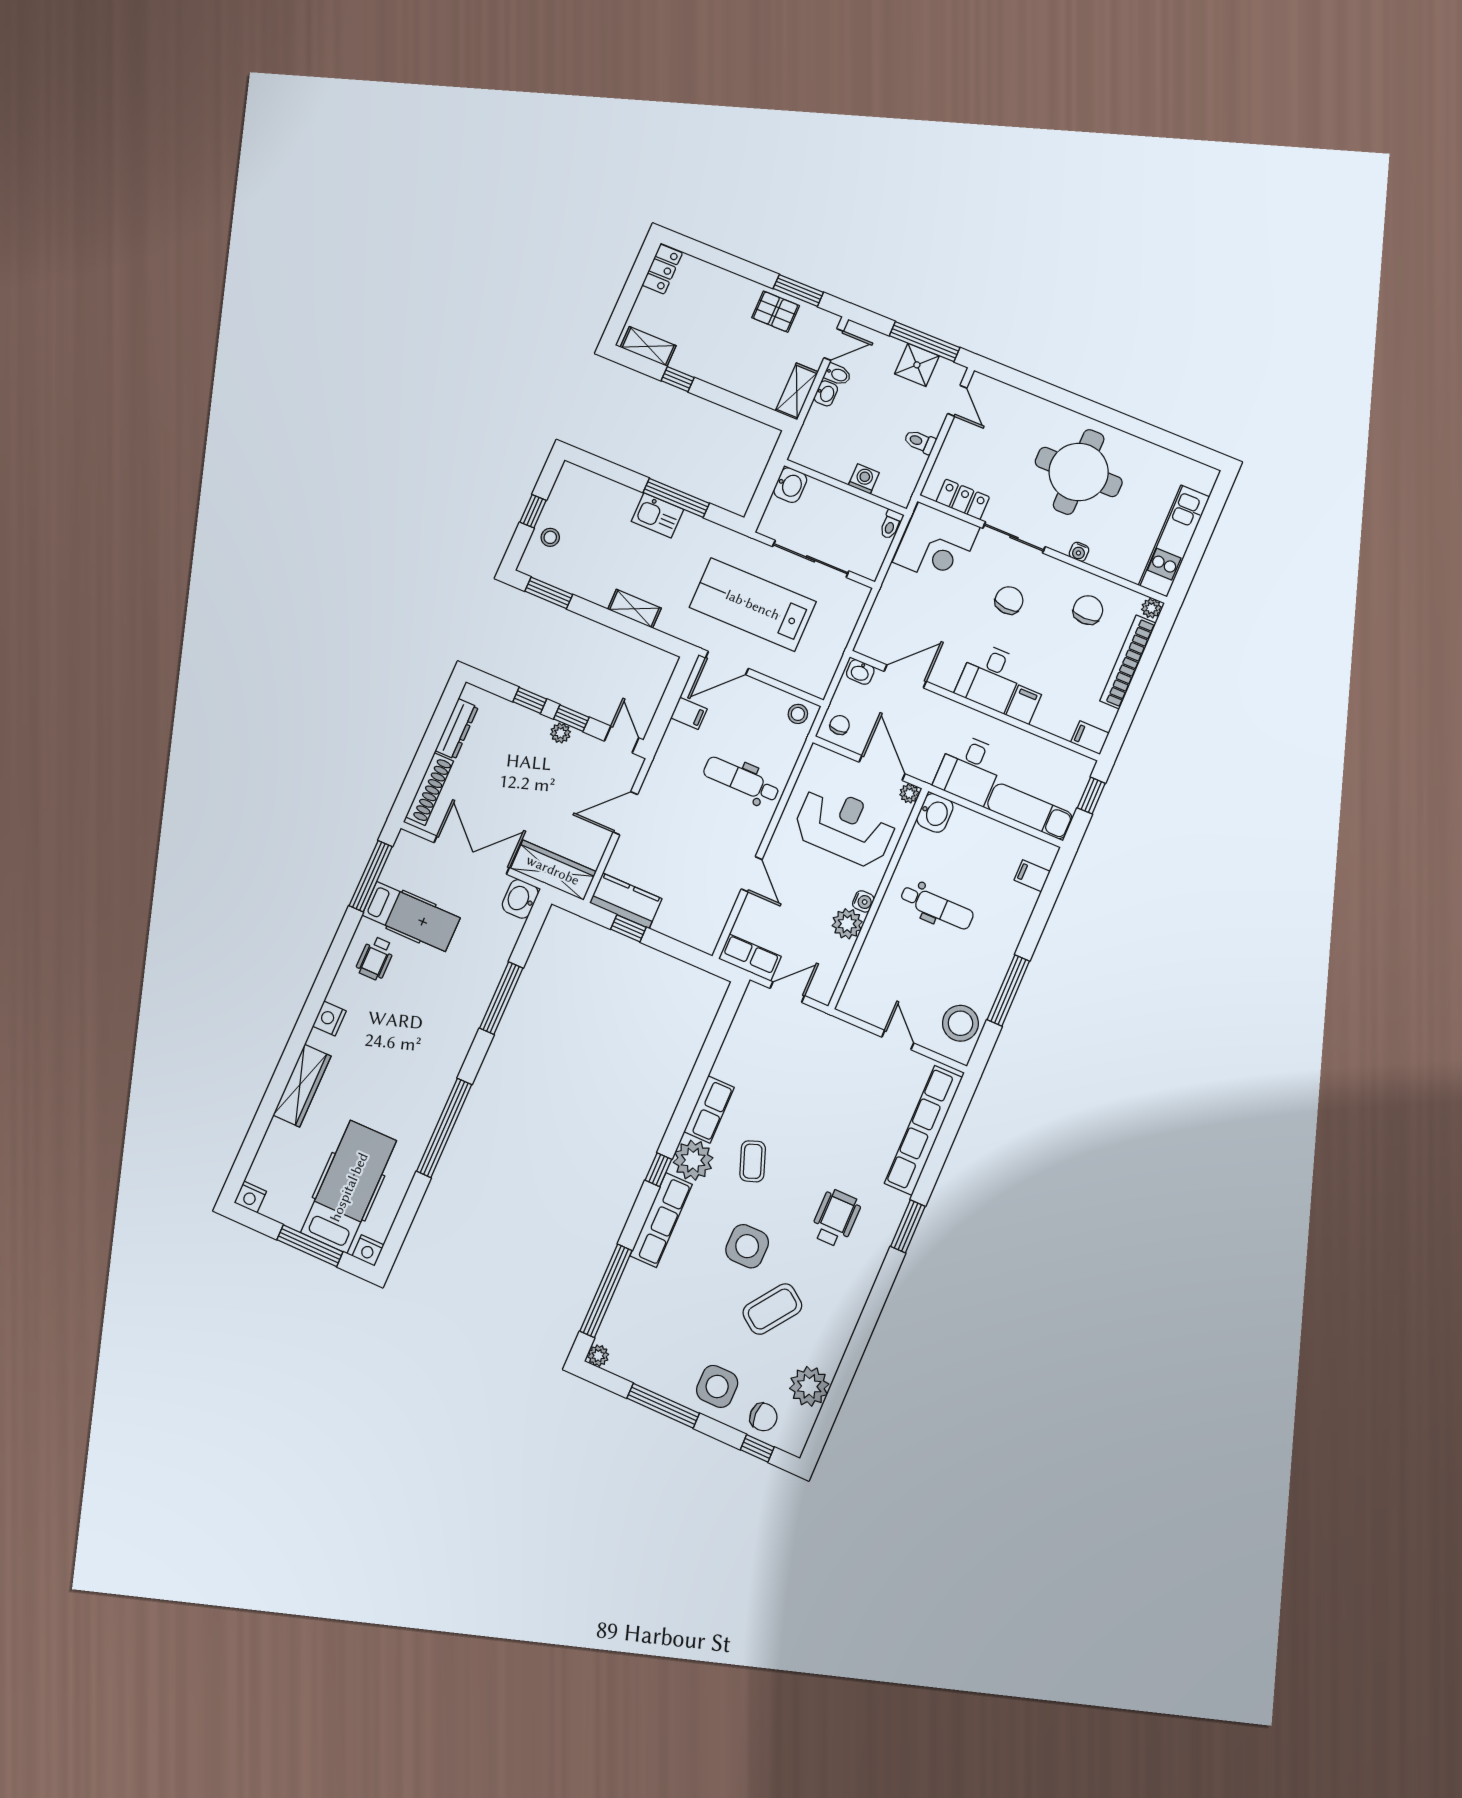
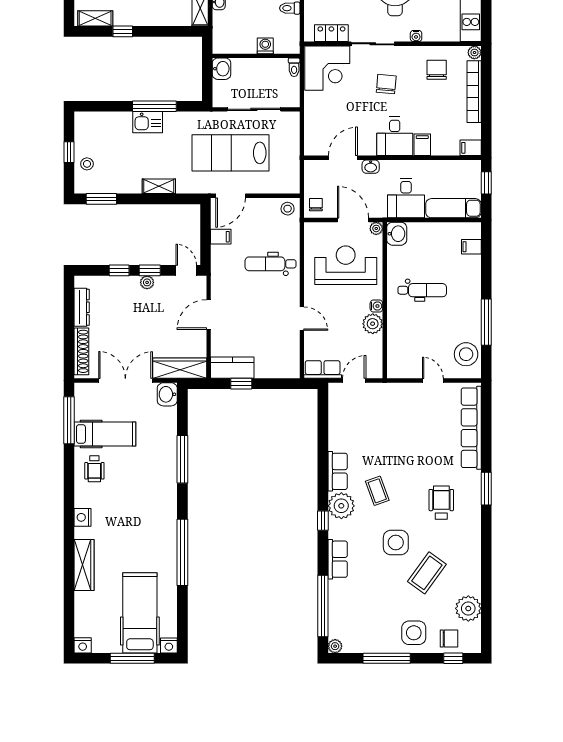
washbasin: (860, 672) -> (371, 167), moved
row of seats: (661, 1220) -> (338, 559), width x0.68

